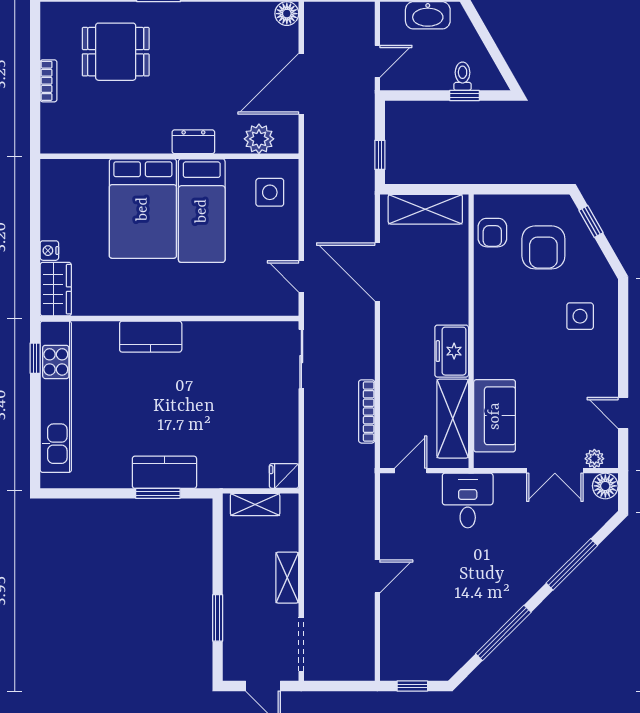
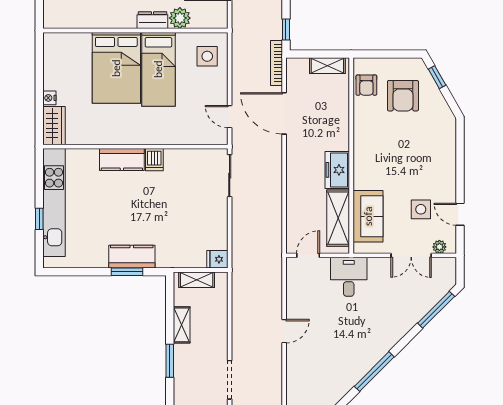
plant: (259, 139) -> (180, 18), moved
shelving: (425, 209) -> (327, 66), width x0.67, depth x0.75
side table: (580, 316) -> (421, 209), moved
dishwasher: (196, 337) -> (154, 160), added
window: (35, 358) -> (39, 219), moved
bookcase: (367, 411) -> (276, 63), moved
floor lamp: (605, 486) -> (447, 266), removed
window: (572, 564) -> (436, 310), moved
shelving: (287, 578) -> (182, 325), moved

